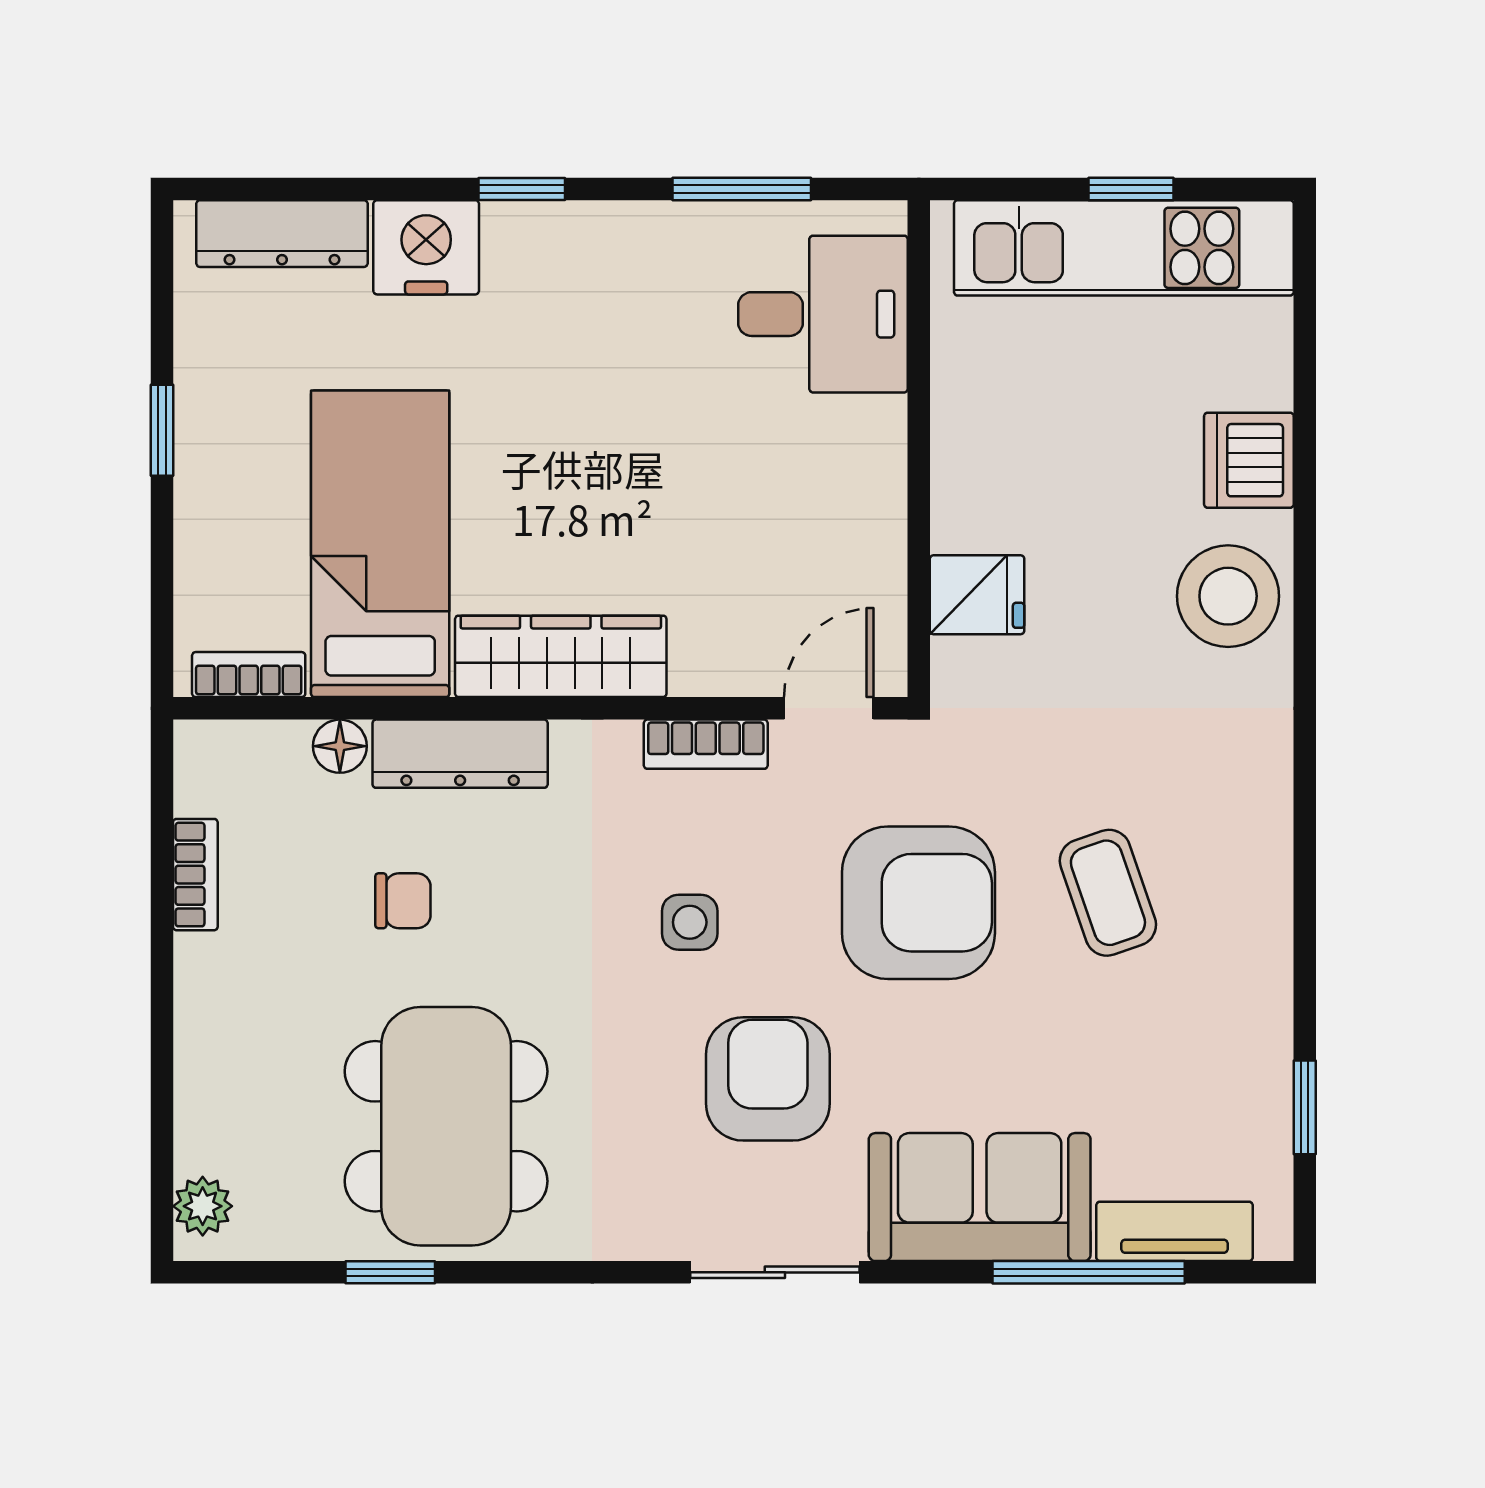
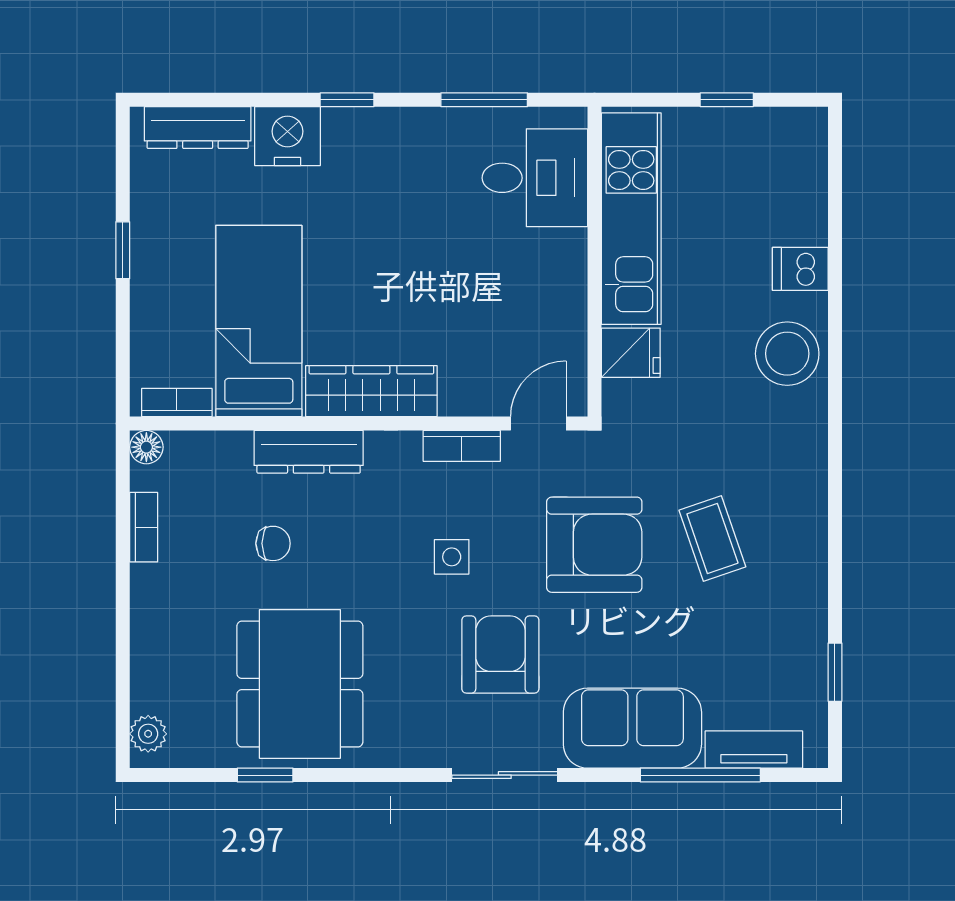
kitchen unit: (1124, 248) -> (631, 219), moved, turned -90
dishwasher: (1249, 460) -> (800, 269), width x0.73
floor lamp: (340, 746) -> (146, 447), moved

